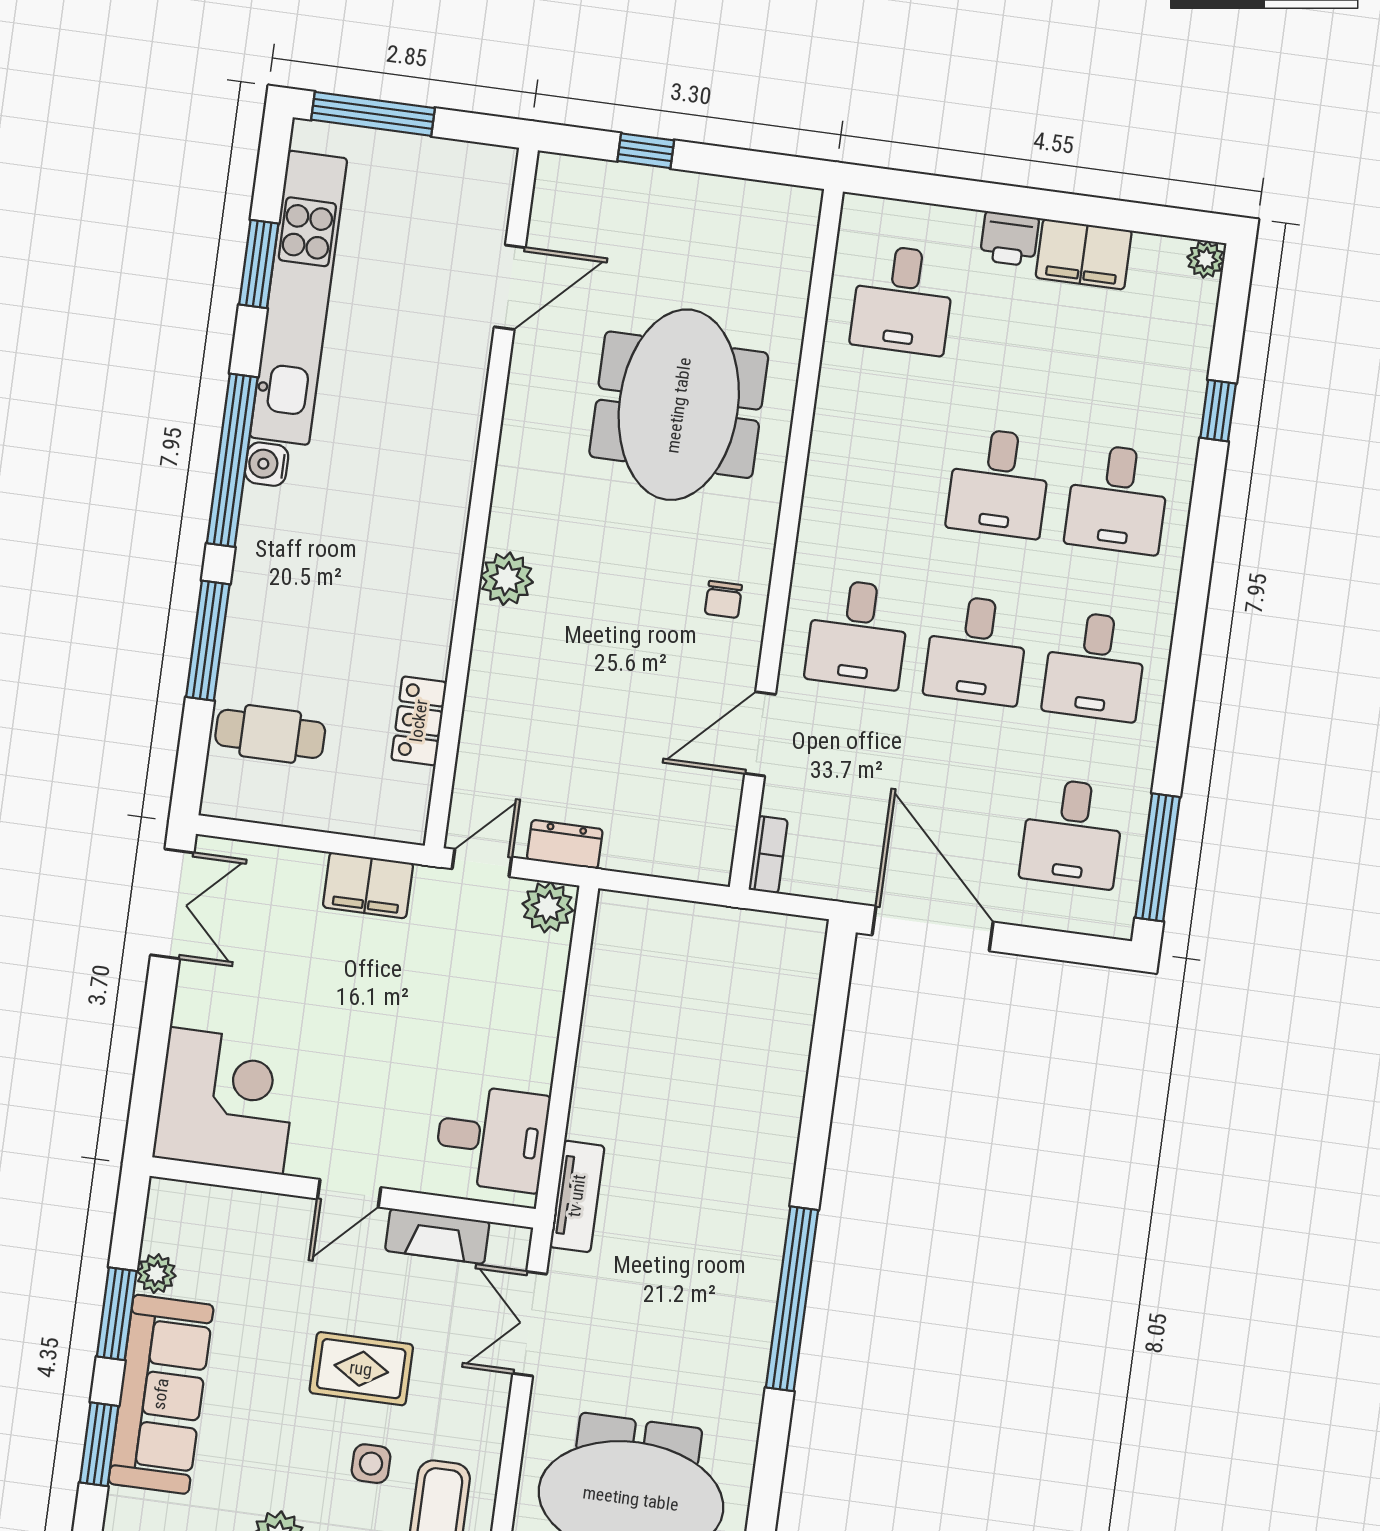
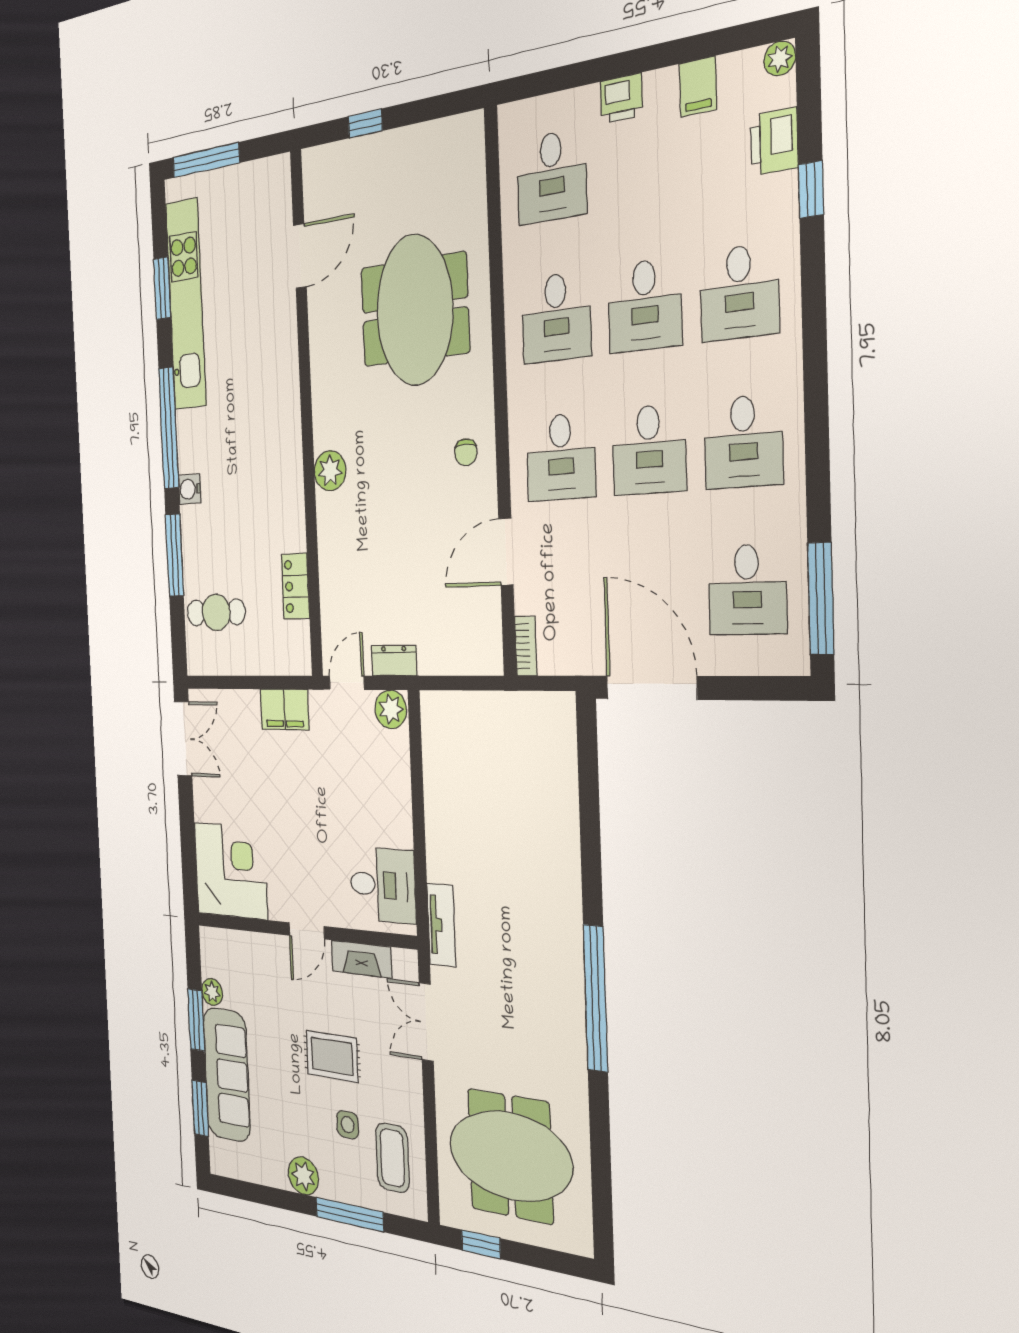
filing cabinet: (1084, 254) -> (698, 86), width x0.50
printer: (1185, 346) -> (774, 141), added
water cooler: (267, 464) -> (190, 489), moved
desk: (880, 467) -> (556, 318), added

